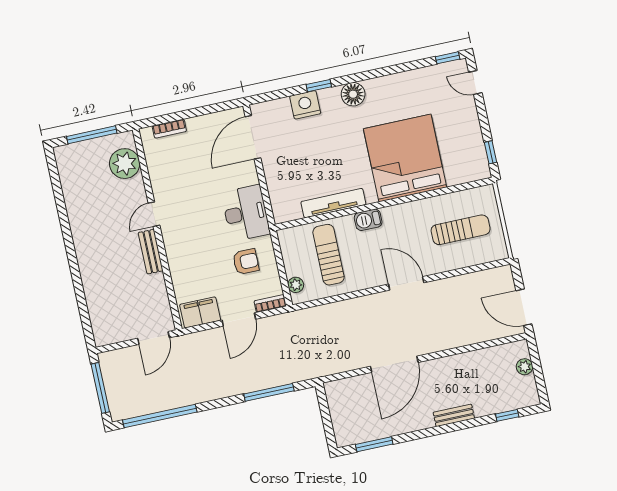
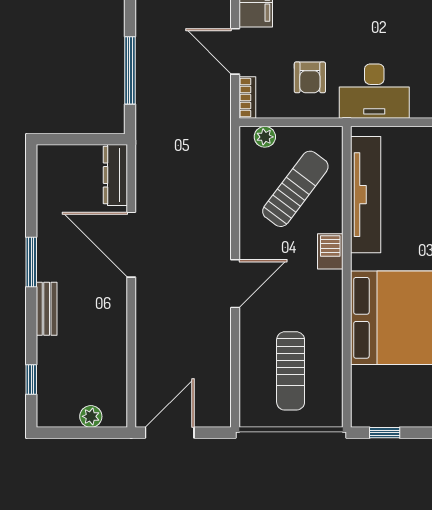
tv unit: (333, 203) -> (366, 195), width x1.36, depth x1.29
sun lounger: (329, 255) -> (295, 189), turned -53
dresser: (347, 387) -> (115, 175), added
window: (374, 444) -> (31, 262), moved

